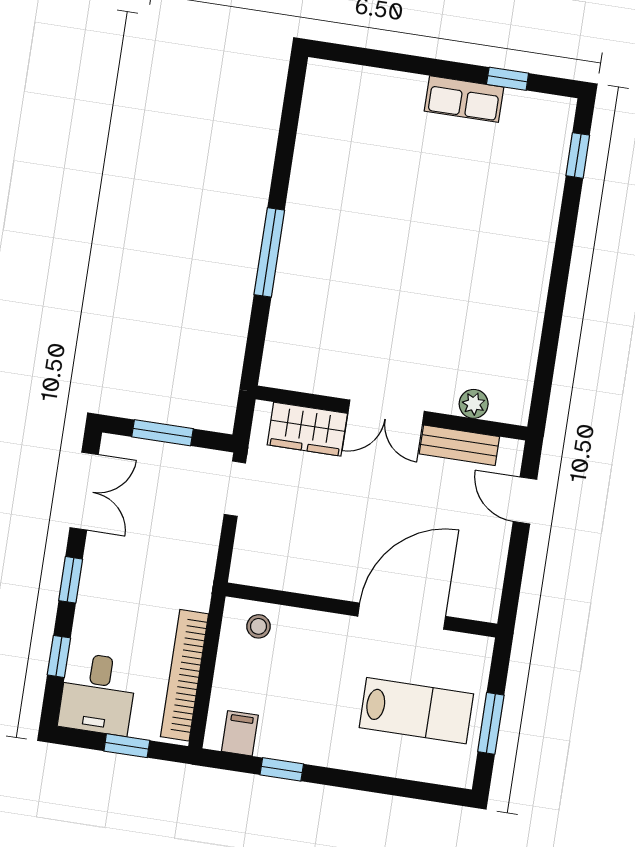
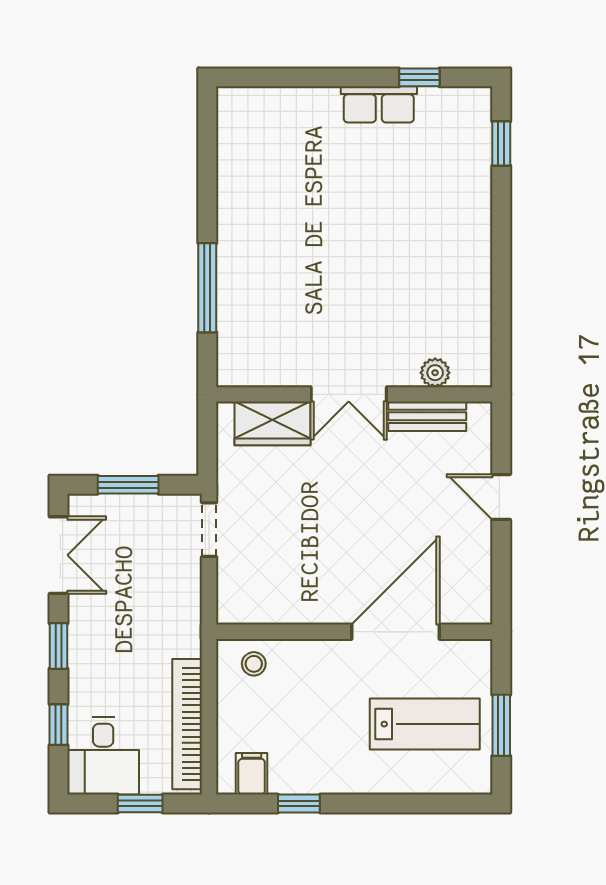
plant: (474, 404) -> (435, 373), moved
double door: (386, 412) -> (349, 394), moved
wall: (392, 413) -> (354, 394), moved
wardrobe: (307, 429) -> (272, 423), moved
bench: (459, 445) -> (427, 416), moved

